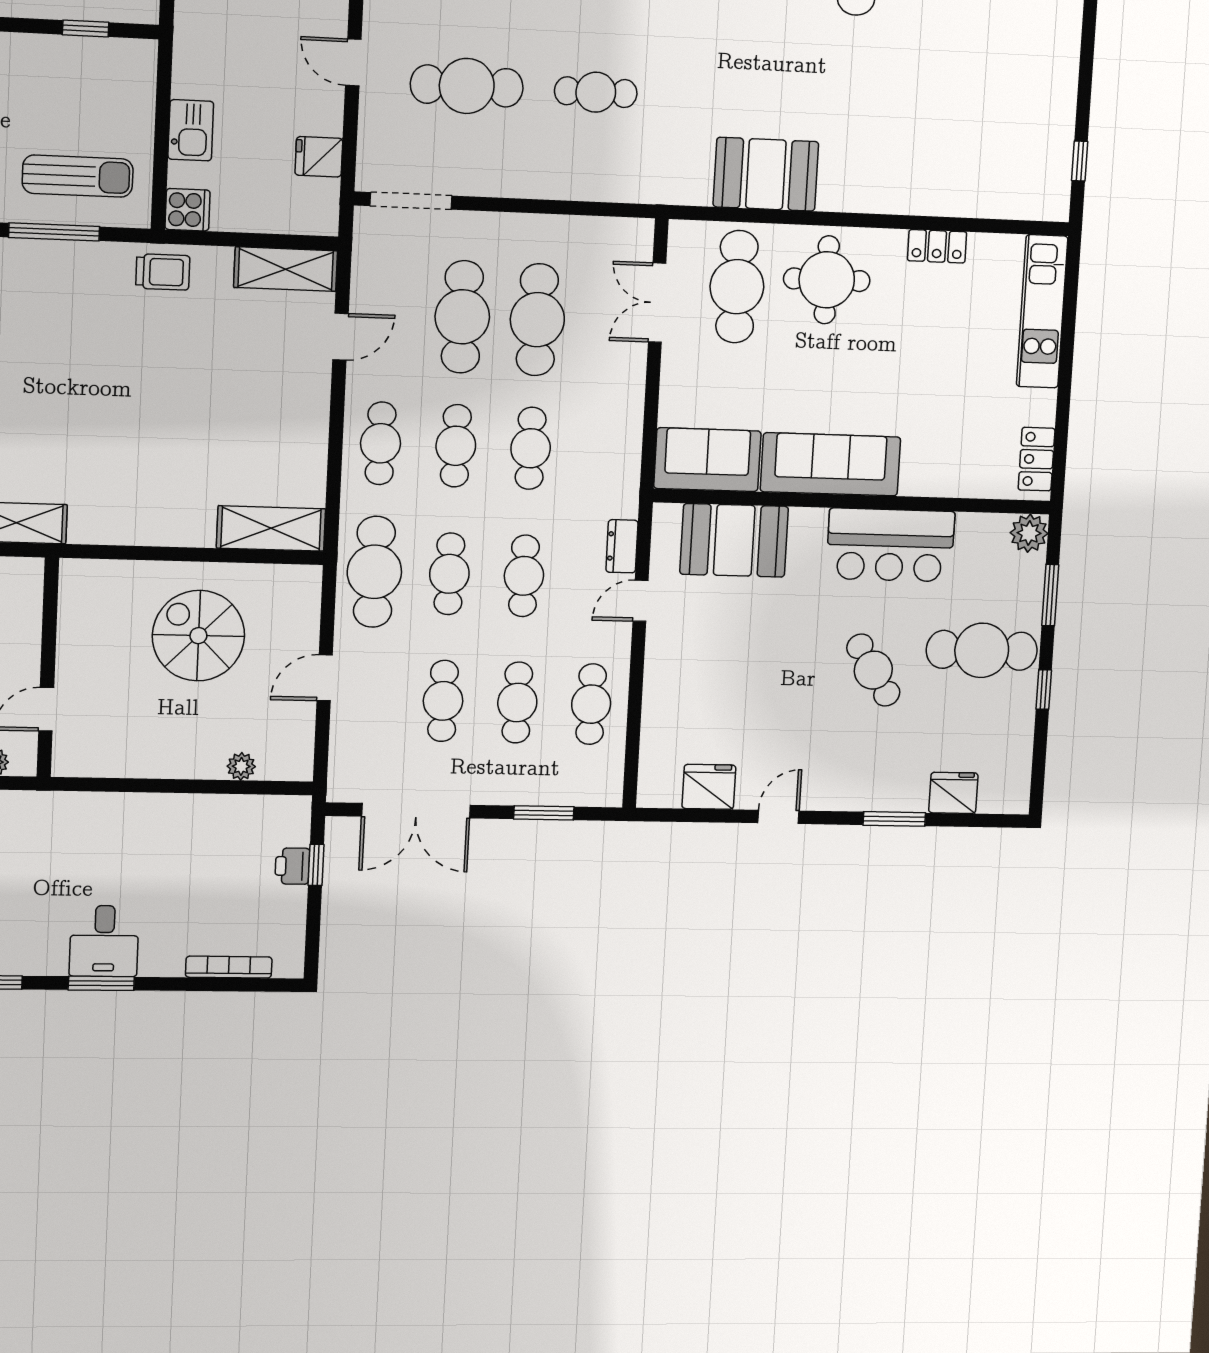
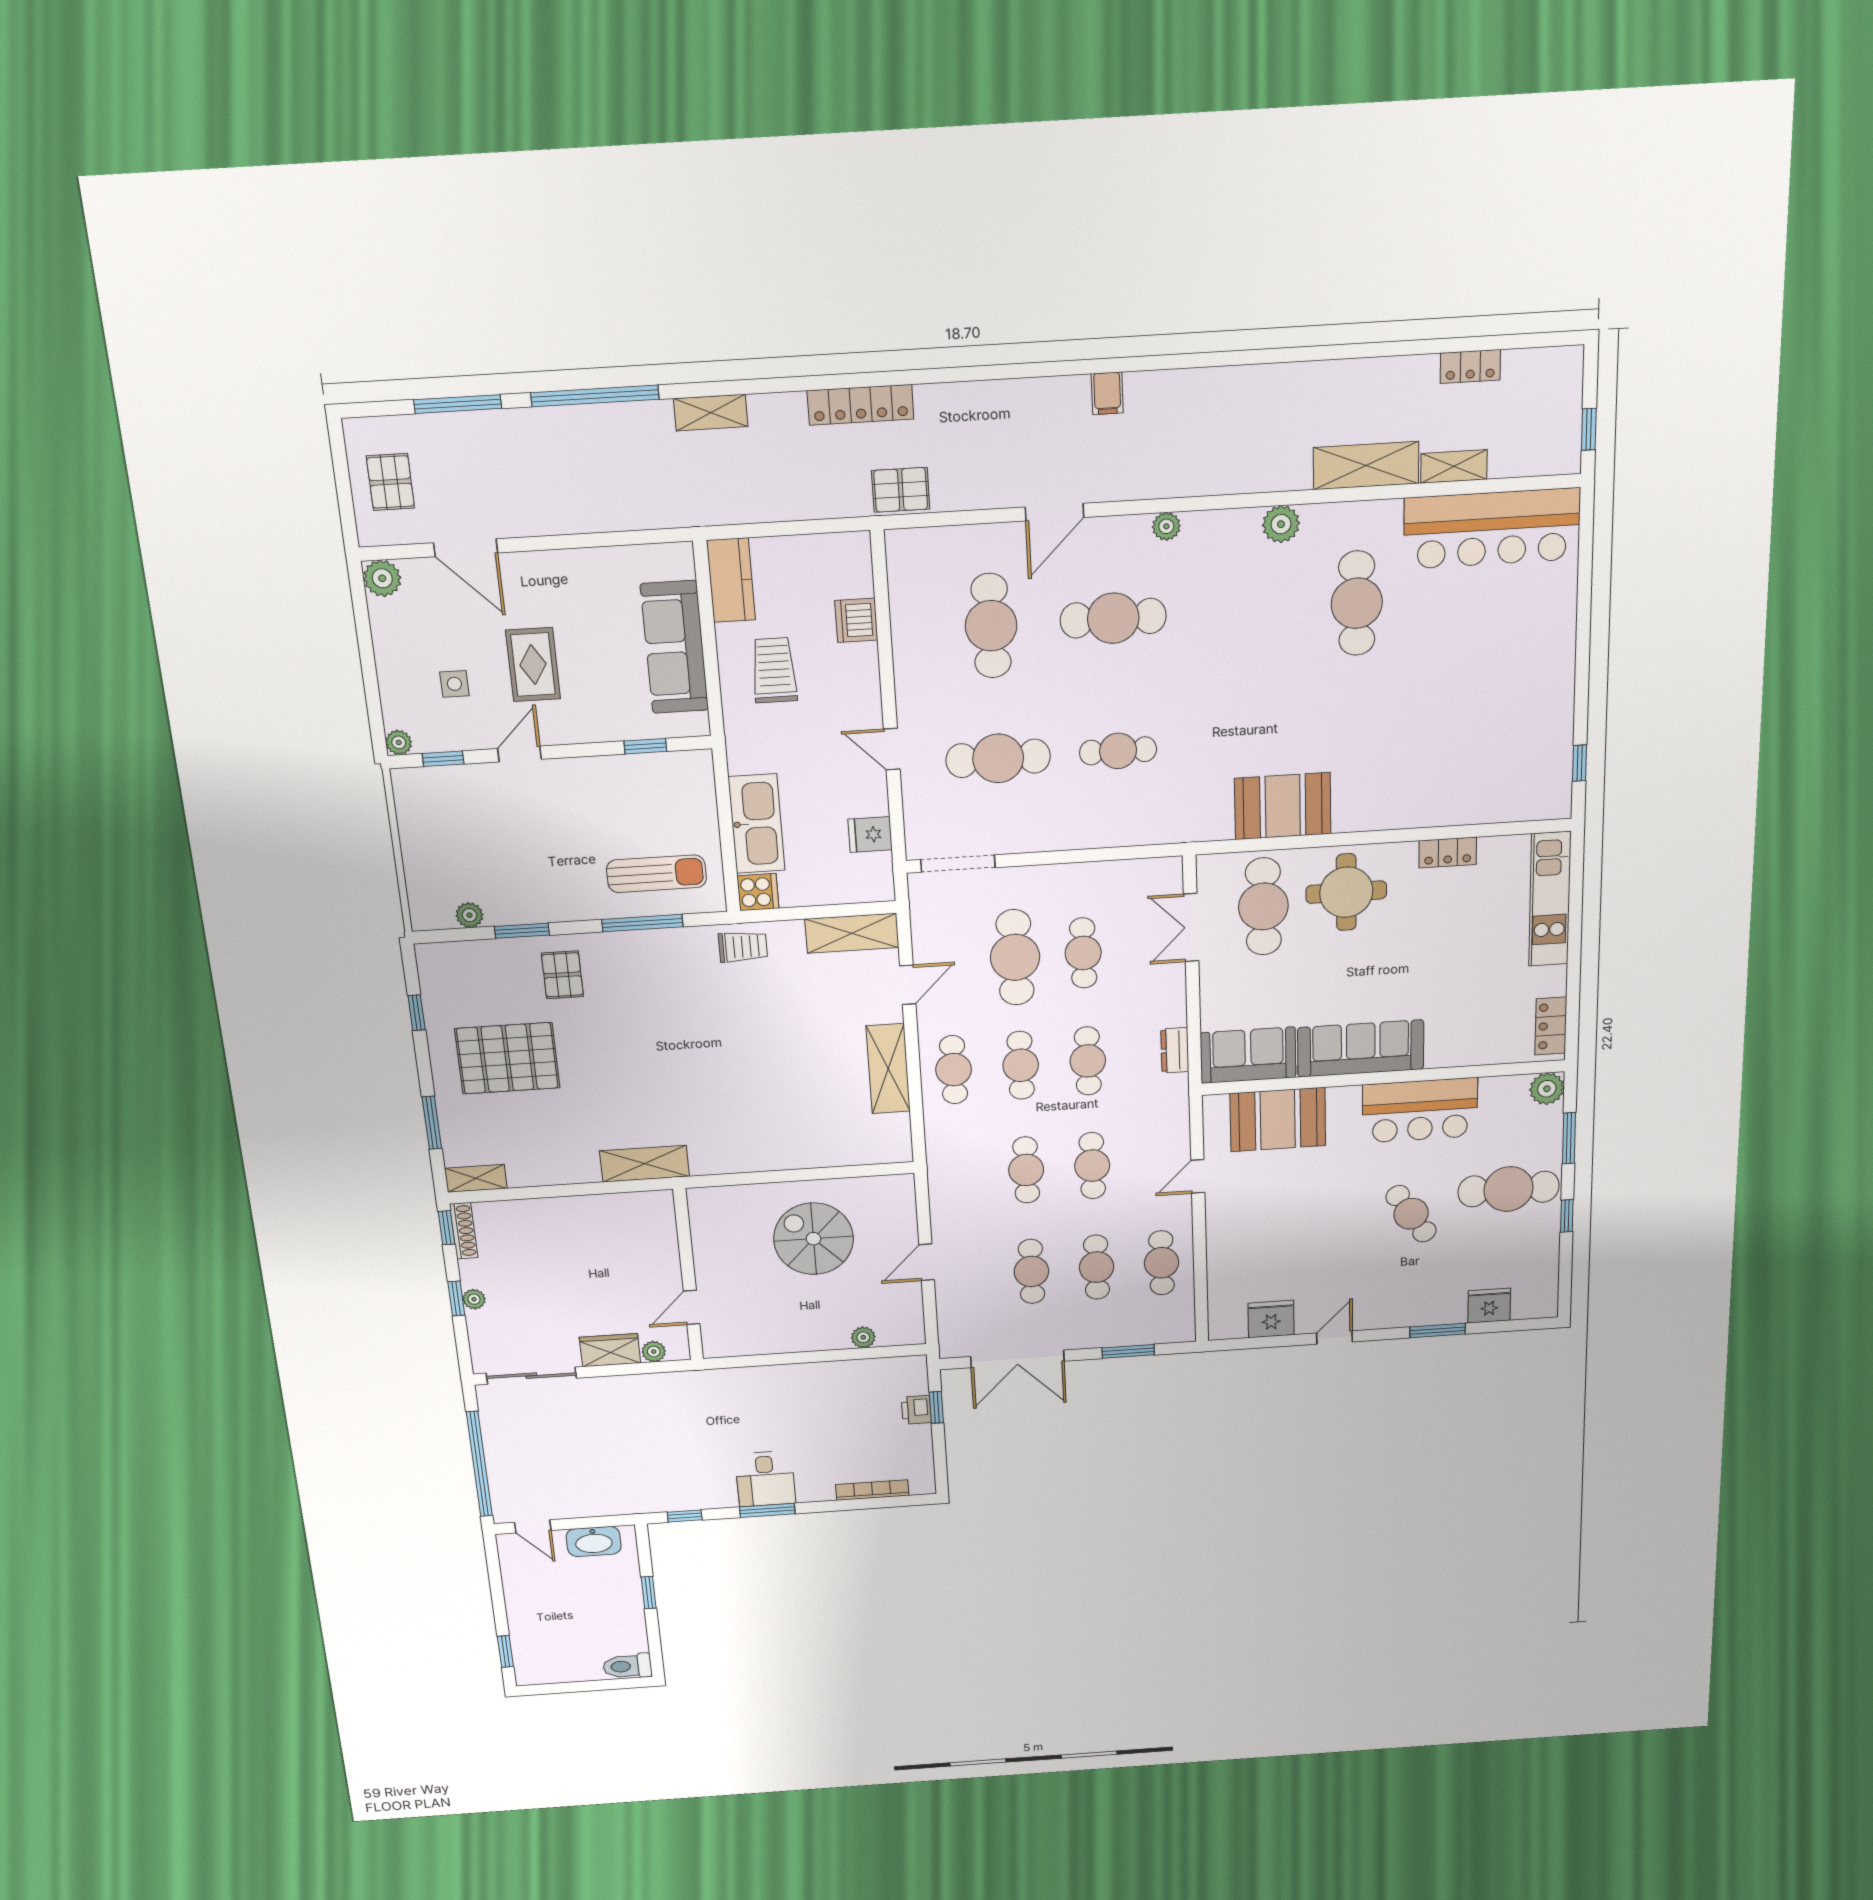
kitchen sink: (191, 130) -> (757, 824), width x1.88, depth x1.24
cafe table: (537, 320) -> (1083, 953), width x0.73, depth x0.74
shelving: (271, 528) -> (888, 1069), moved, turned 90
dresser: (622, 546) -> (1175, 1050), moved
cafe table: (374, 572) -> (960, 1174), removed

